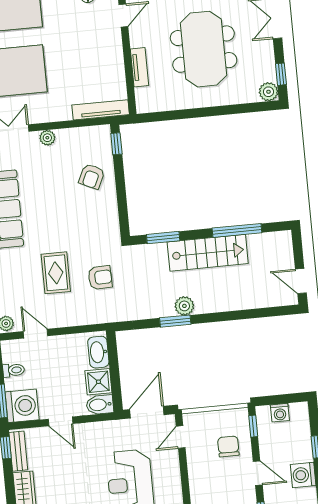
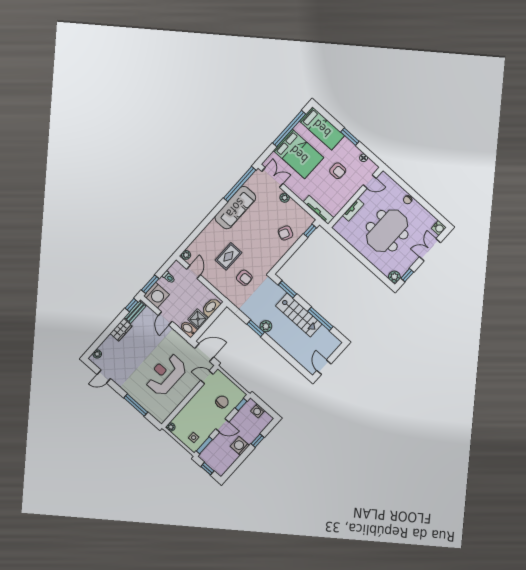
armchair: (74, 42) -> (338, 171), added
door: (258, 473) -> (222, 425), hinge flipped

